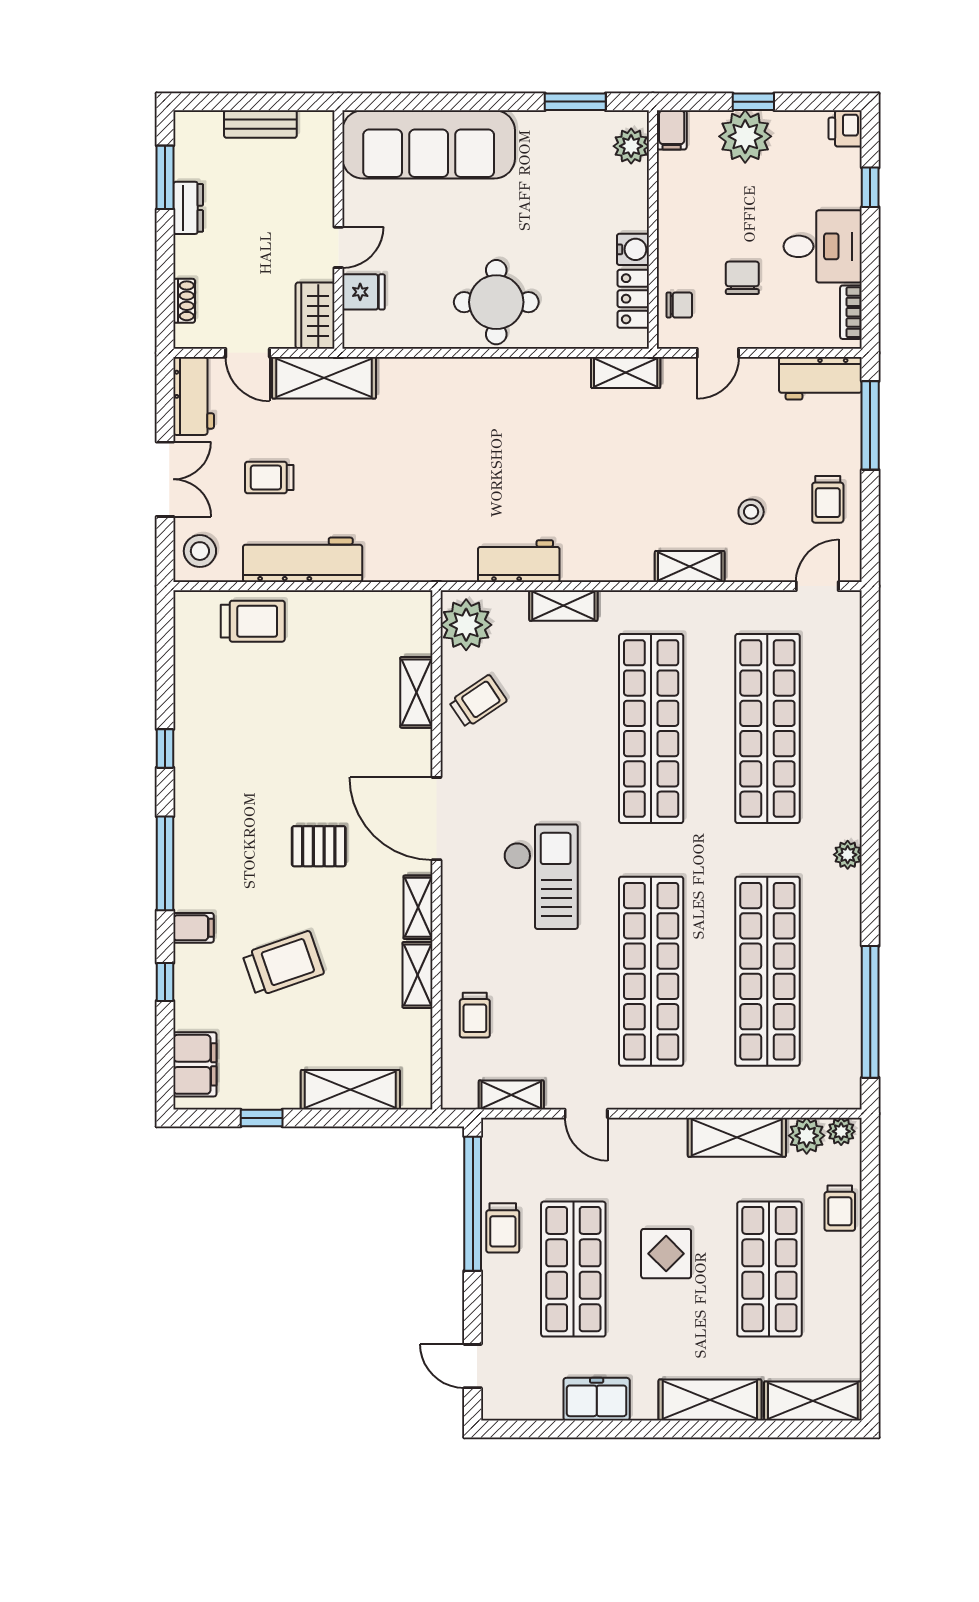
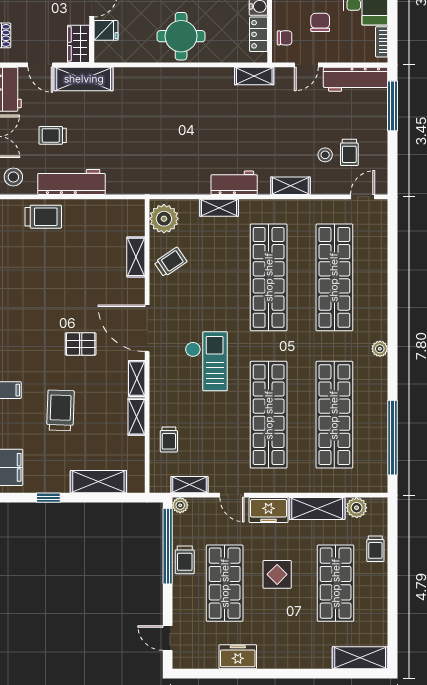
workbench: (820, 378) -> (356, 79), width x1.38
trolley: (828, 499) -> (349, 152), moved
workbench: (519, 561) -> (234, 183), moved
trolley: (283, 964) -> (60, 410), turned -69
plant: (841, 1131) -> (180, 505), moved
freezer: (651, 1140) -> (268, 510), added
shelving: (710, 1400) -> (302, 657), removed

